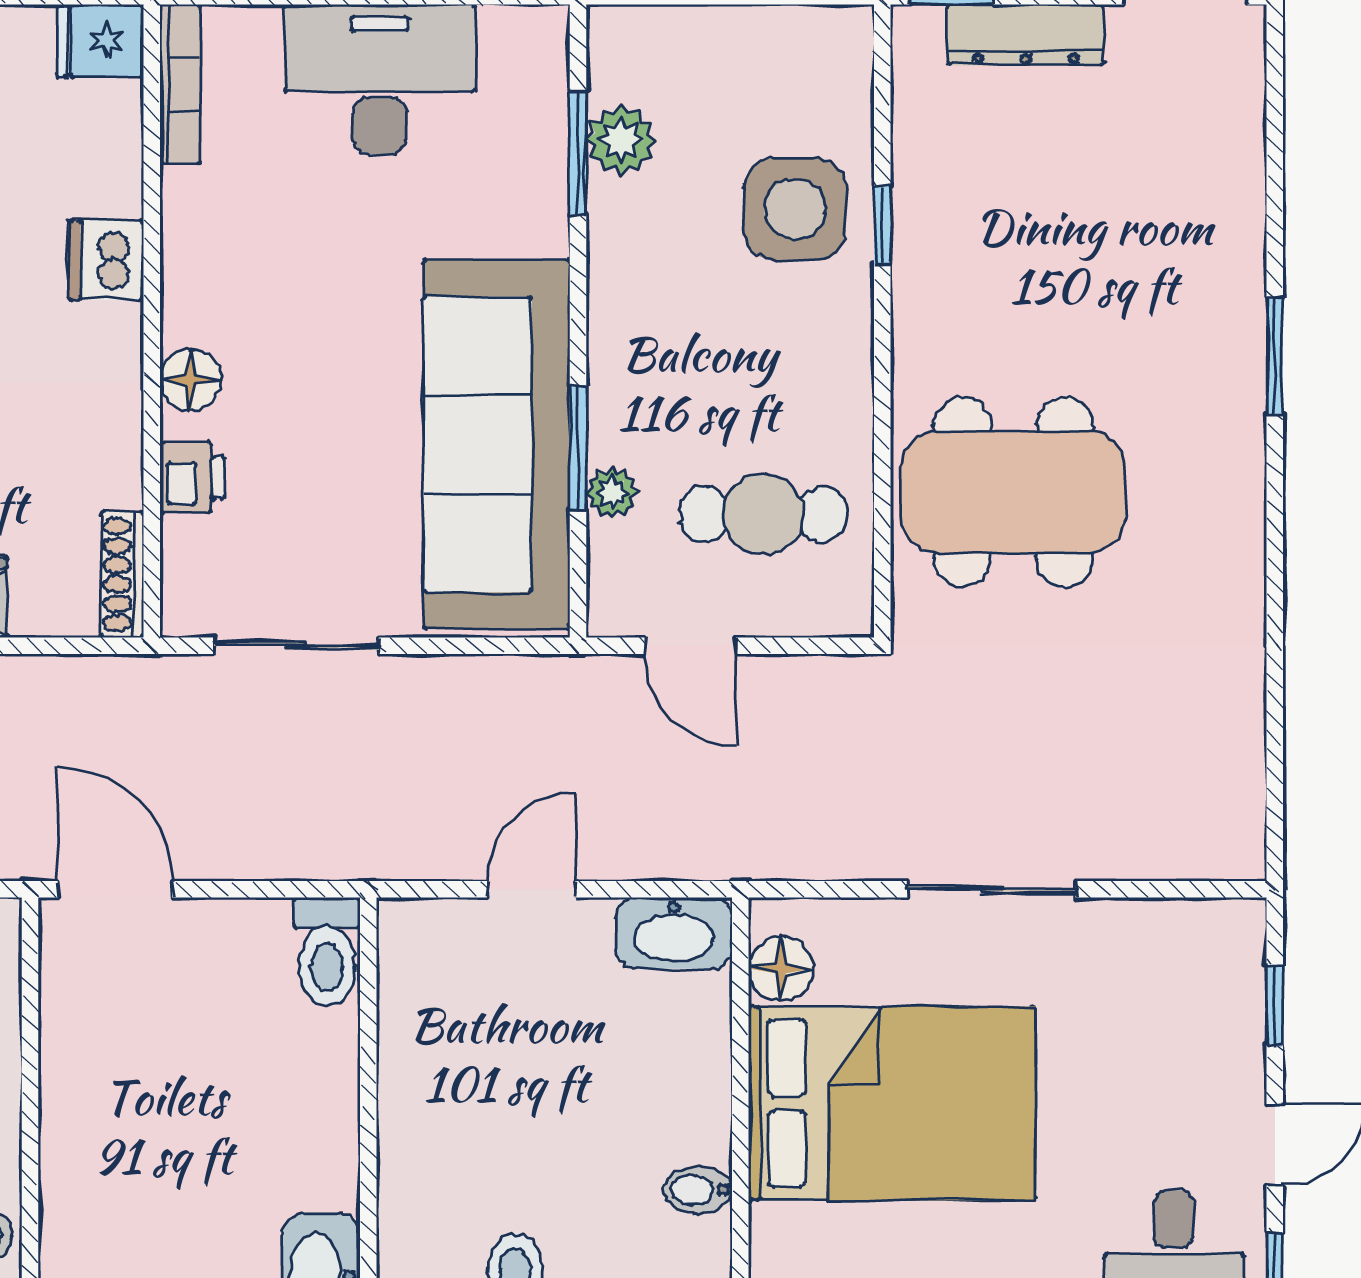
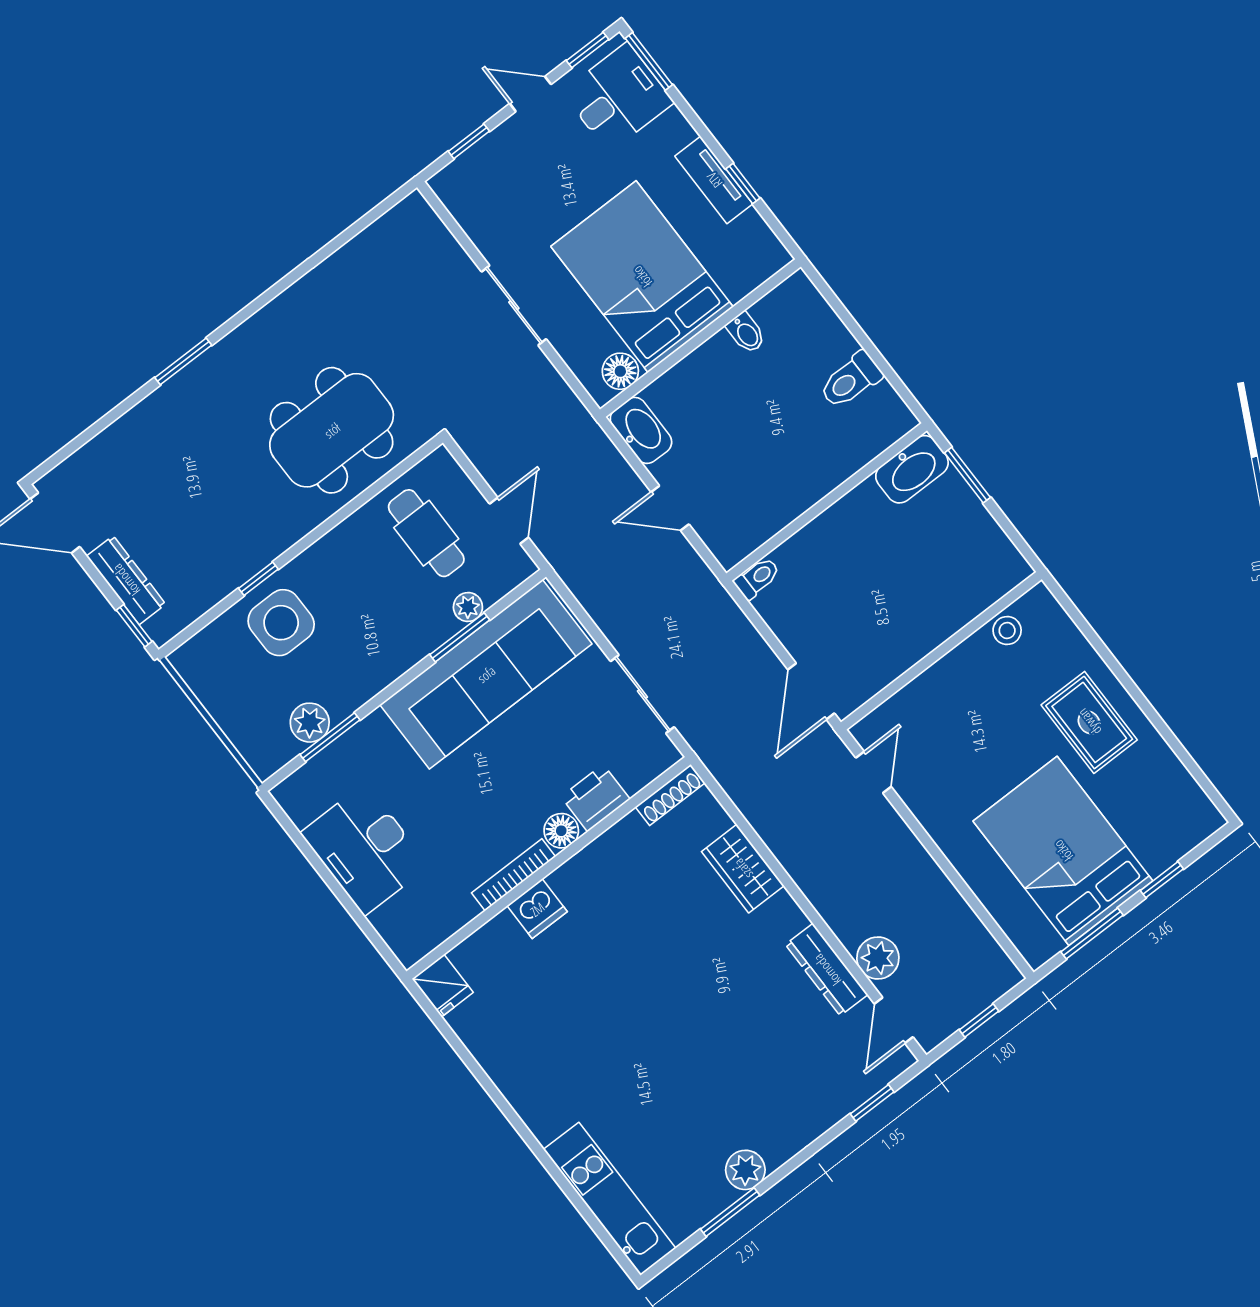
bookcase: (180, 84) -> (513, 875), moved
printer: (192, 478) -> (595, 798), width x1.36, depth x1.24
dining table: (1014, 492) -> (332, 430), turned 90
toilet: (327, 952) -> (757, 578), width x0.73, depth x0.72

